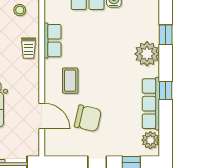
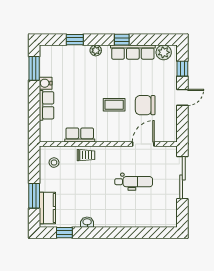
plant: (147, 54) -> (96, 50), width x0.53, depth x0.53
coffee table: (70, 81) -> (114, 105), moved
chair: (88, 118) -> (145, 105), turned -103

